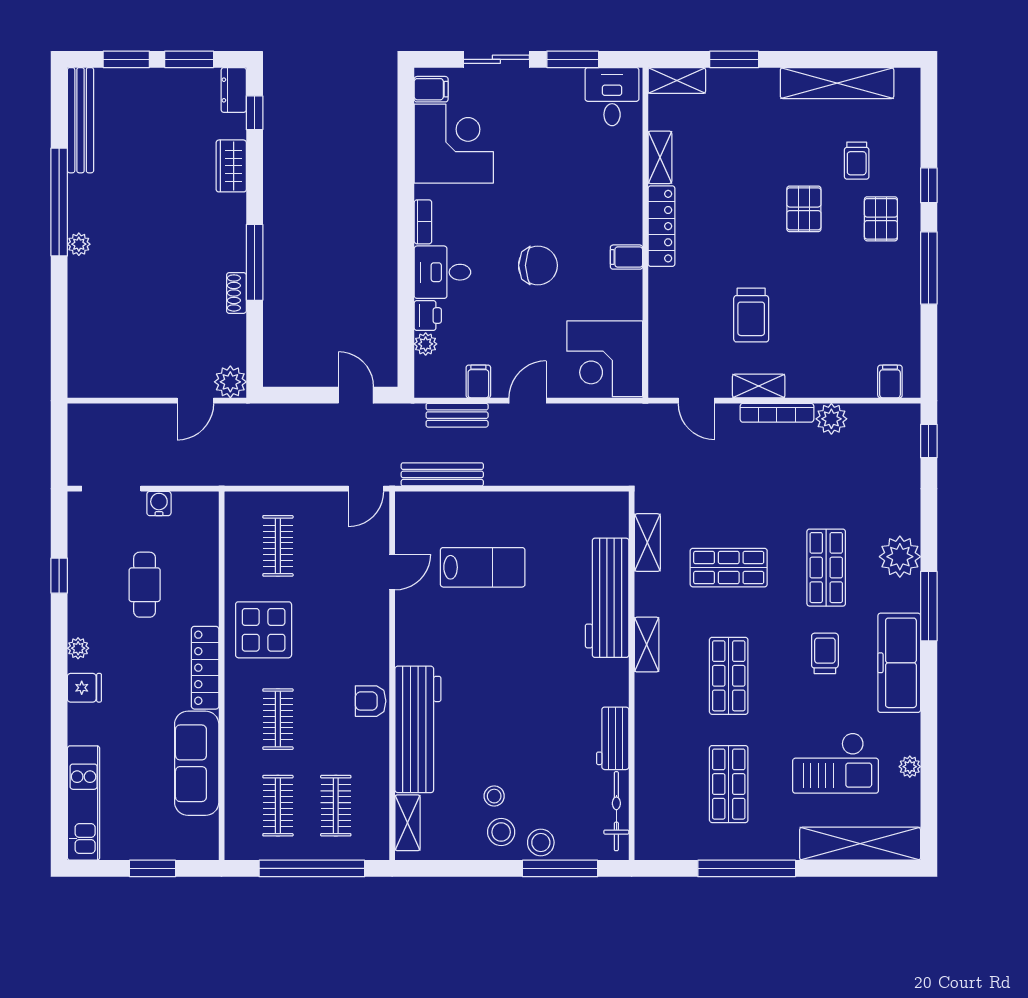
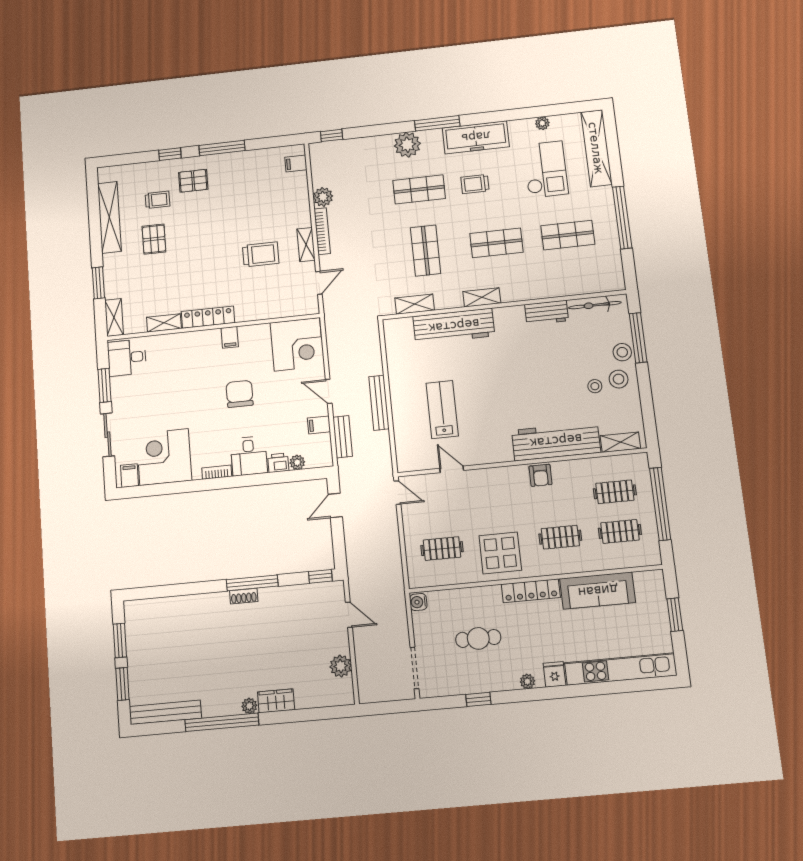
dresser: (234, 90) -> (138, 608), removed
window: (255, 113) -> (320, 576), moved
wardrobe: (231, 166) -> (276, 701), moved, turned 180
pallet: (804, 209) -> (154, 239), moved, turned 90
shoe rack: (236, 293) -> (244, 596), moved
plant: (230, 382) -> (341, 666), moved
bench: (442, 474) -> (379, 403), moved
water cooler: (159, 503) -> (418, 602), moved
kitchen unit: (84, 803) -> (621, 669), width x1.36

